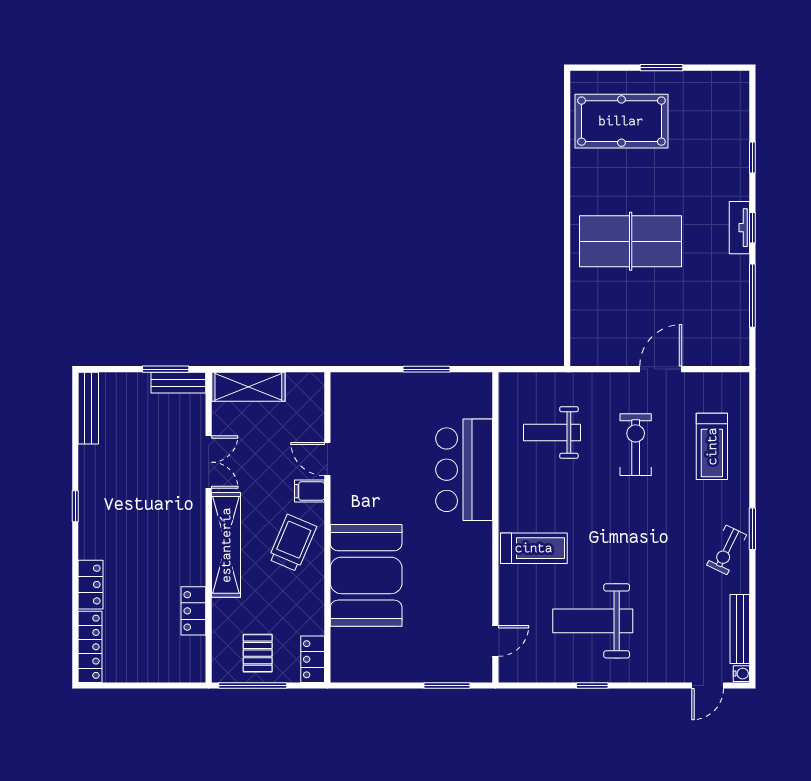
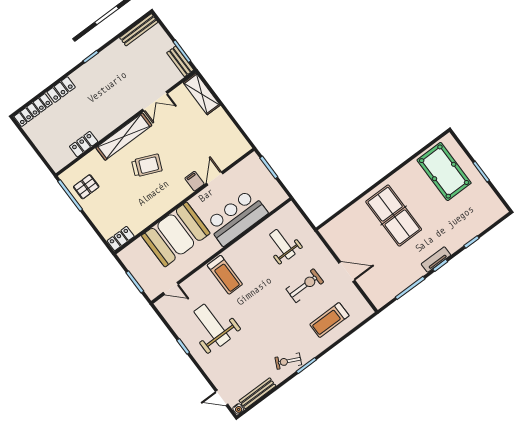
door: (327, 459) -> (215, 178), moved
filing cabinet: (309, 491) -> (194, 181), moved
wall: (327, 527) -> (184, 201), moved
booth: (366, 575) -> (176, 234), moved
locker: (313, 659) -> (121, 239), moved

